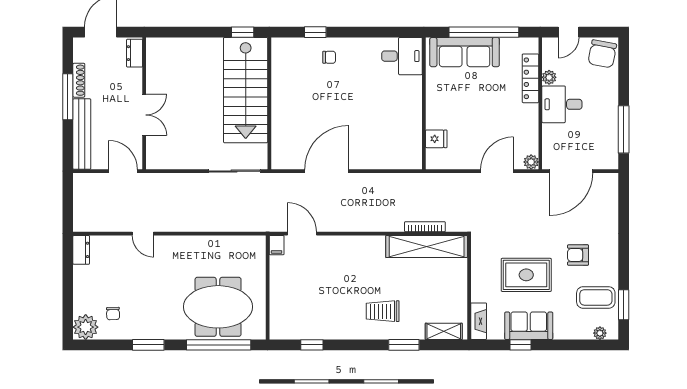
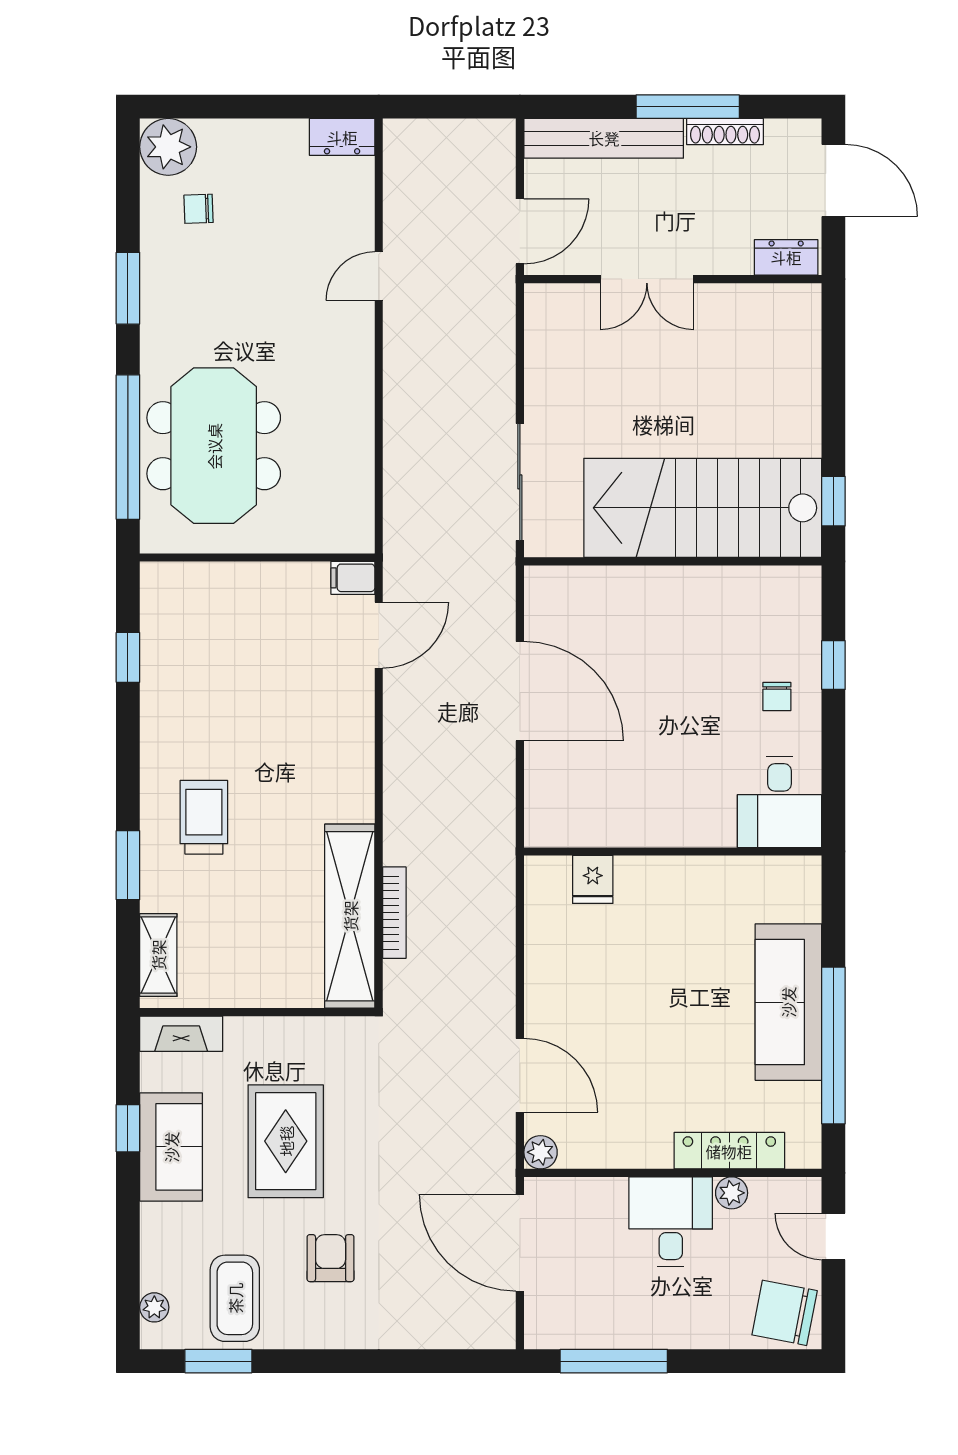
desk: (402, 56) -> (779, 802), moved
wall: (424, 103) -> (673, 851), moved
fridge: (436, 139) -> (593, 879), moved

